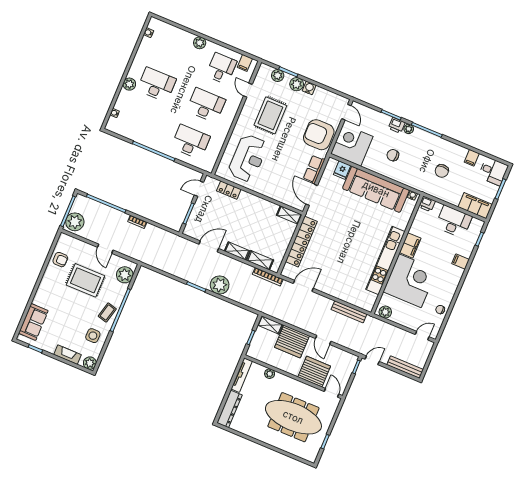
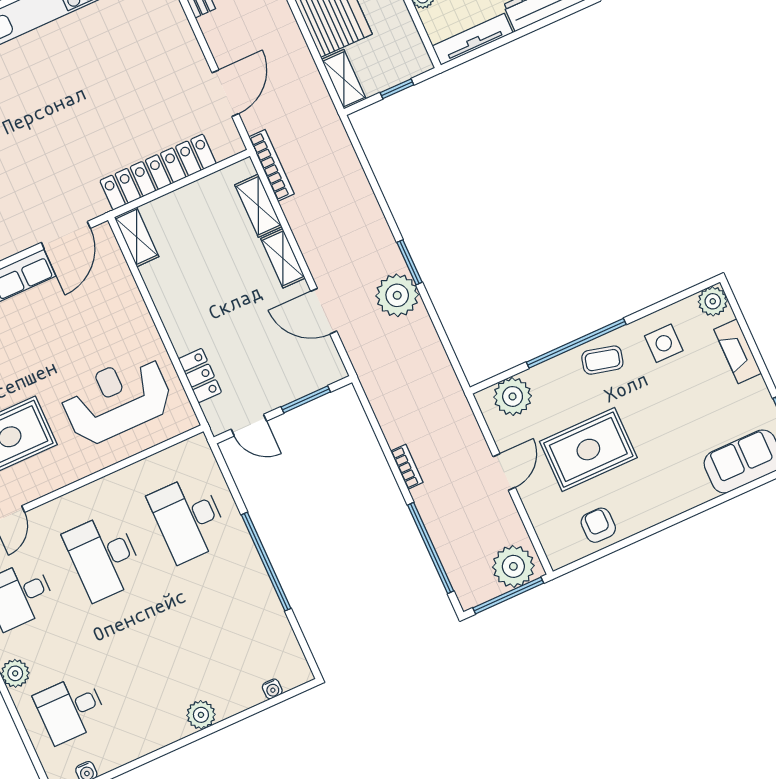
desk: (157, 85) -> (71, 709), moved, width x0.73
rug: (85, 280) -> (588, 450), turned 90
plant: (220, 285) -> (397, 295), moved
door: (303, 286) -> (225, 93), swing flipped

